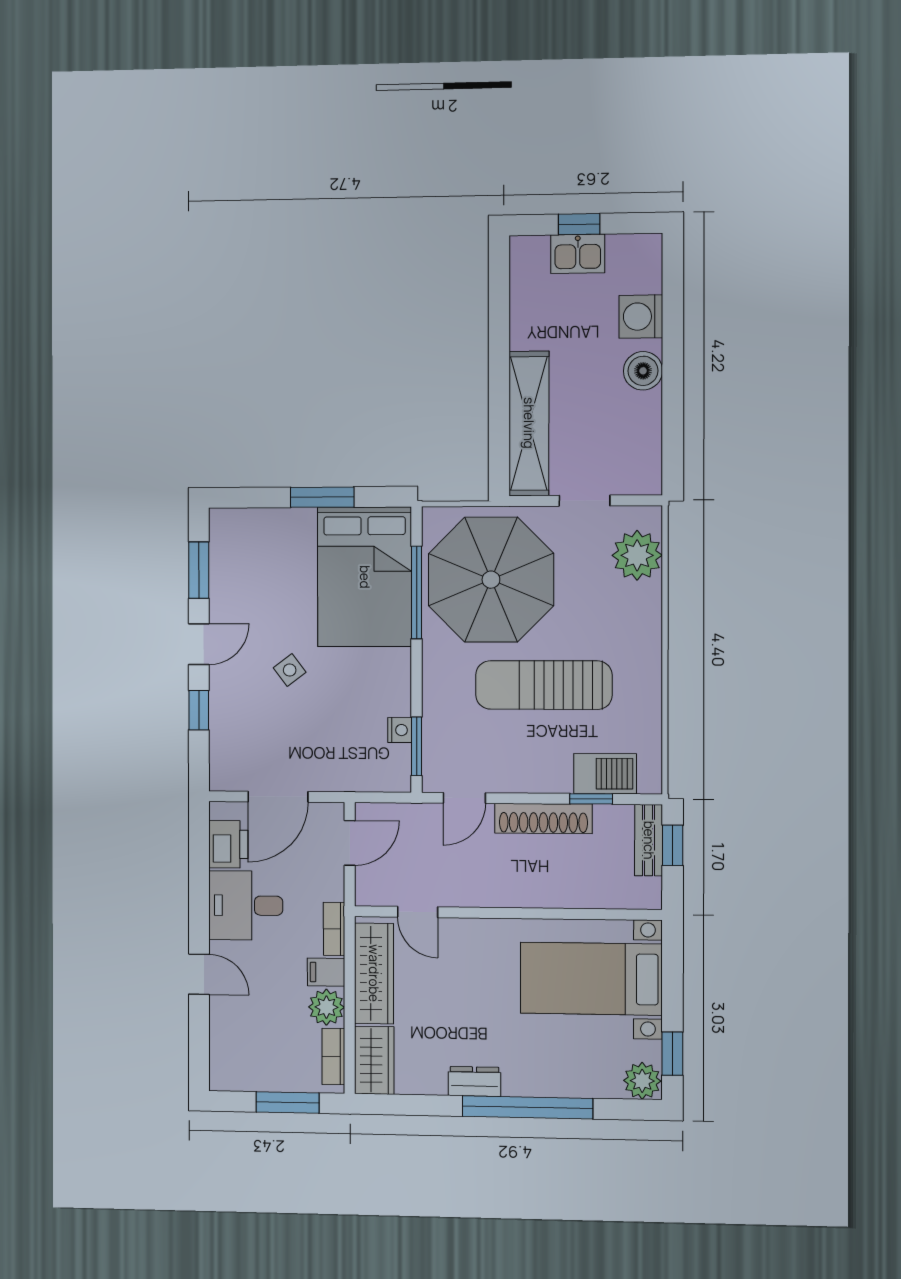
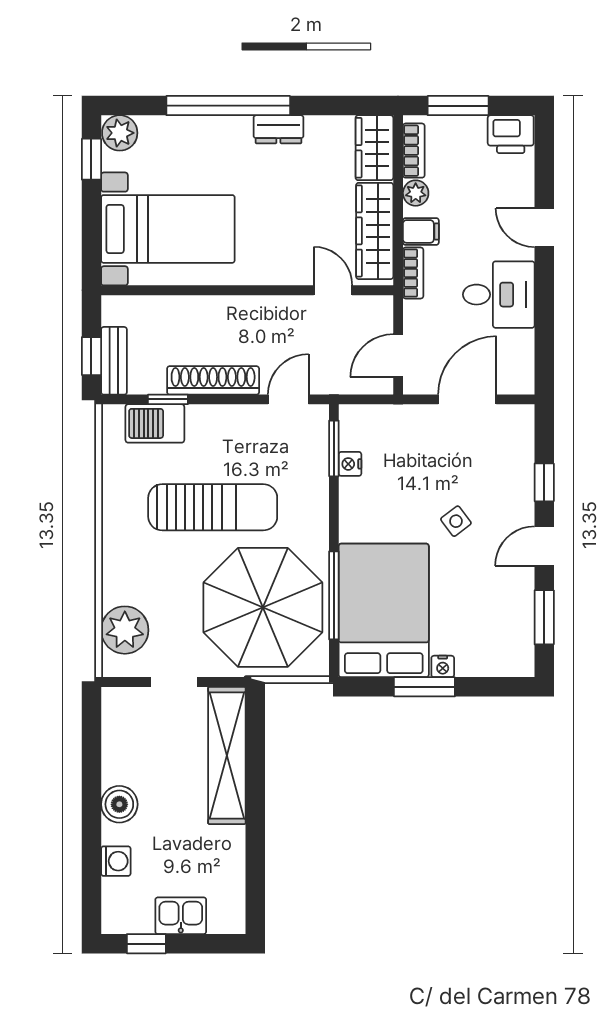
window: (579, 224) -> (146, 944), moved
washing machine: (641, 317) -> (116, 861), width x0.73, depth x0.73
nightstand: (303, 518) -> (443, 666), added
printer: (228, 844) -> (511, 134), moved, turned -90
plant: (326, 1007) -> (416, 193), width x0.73, depth x0.73

